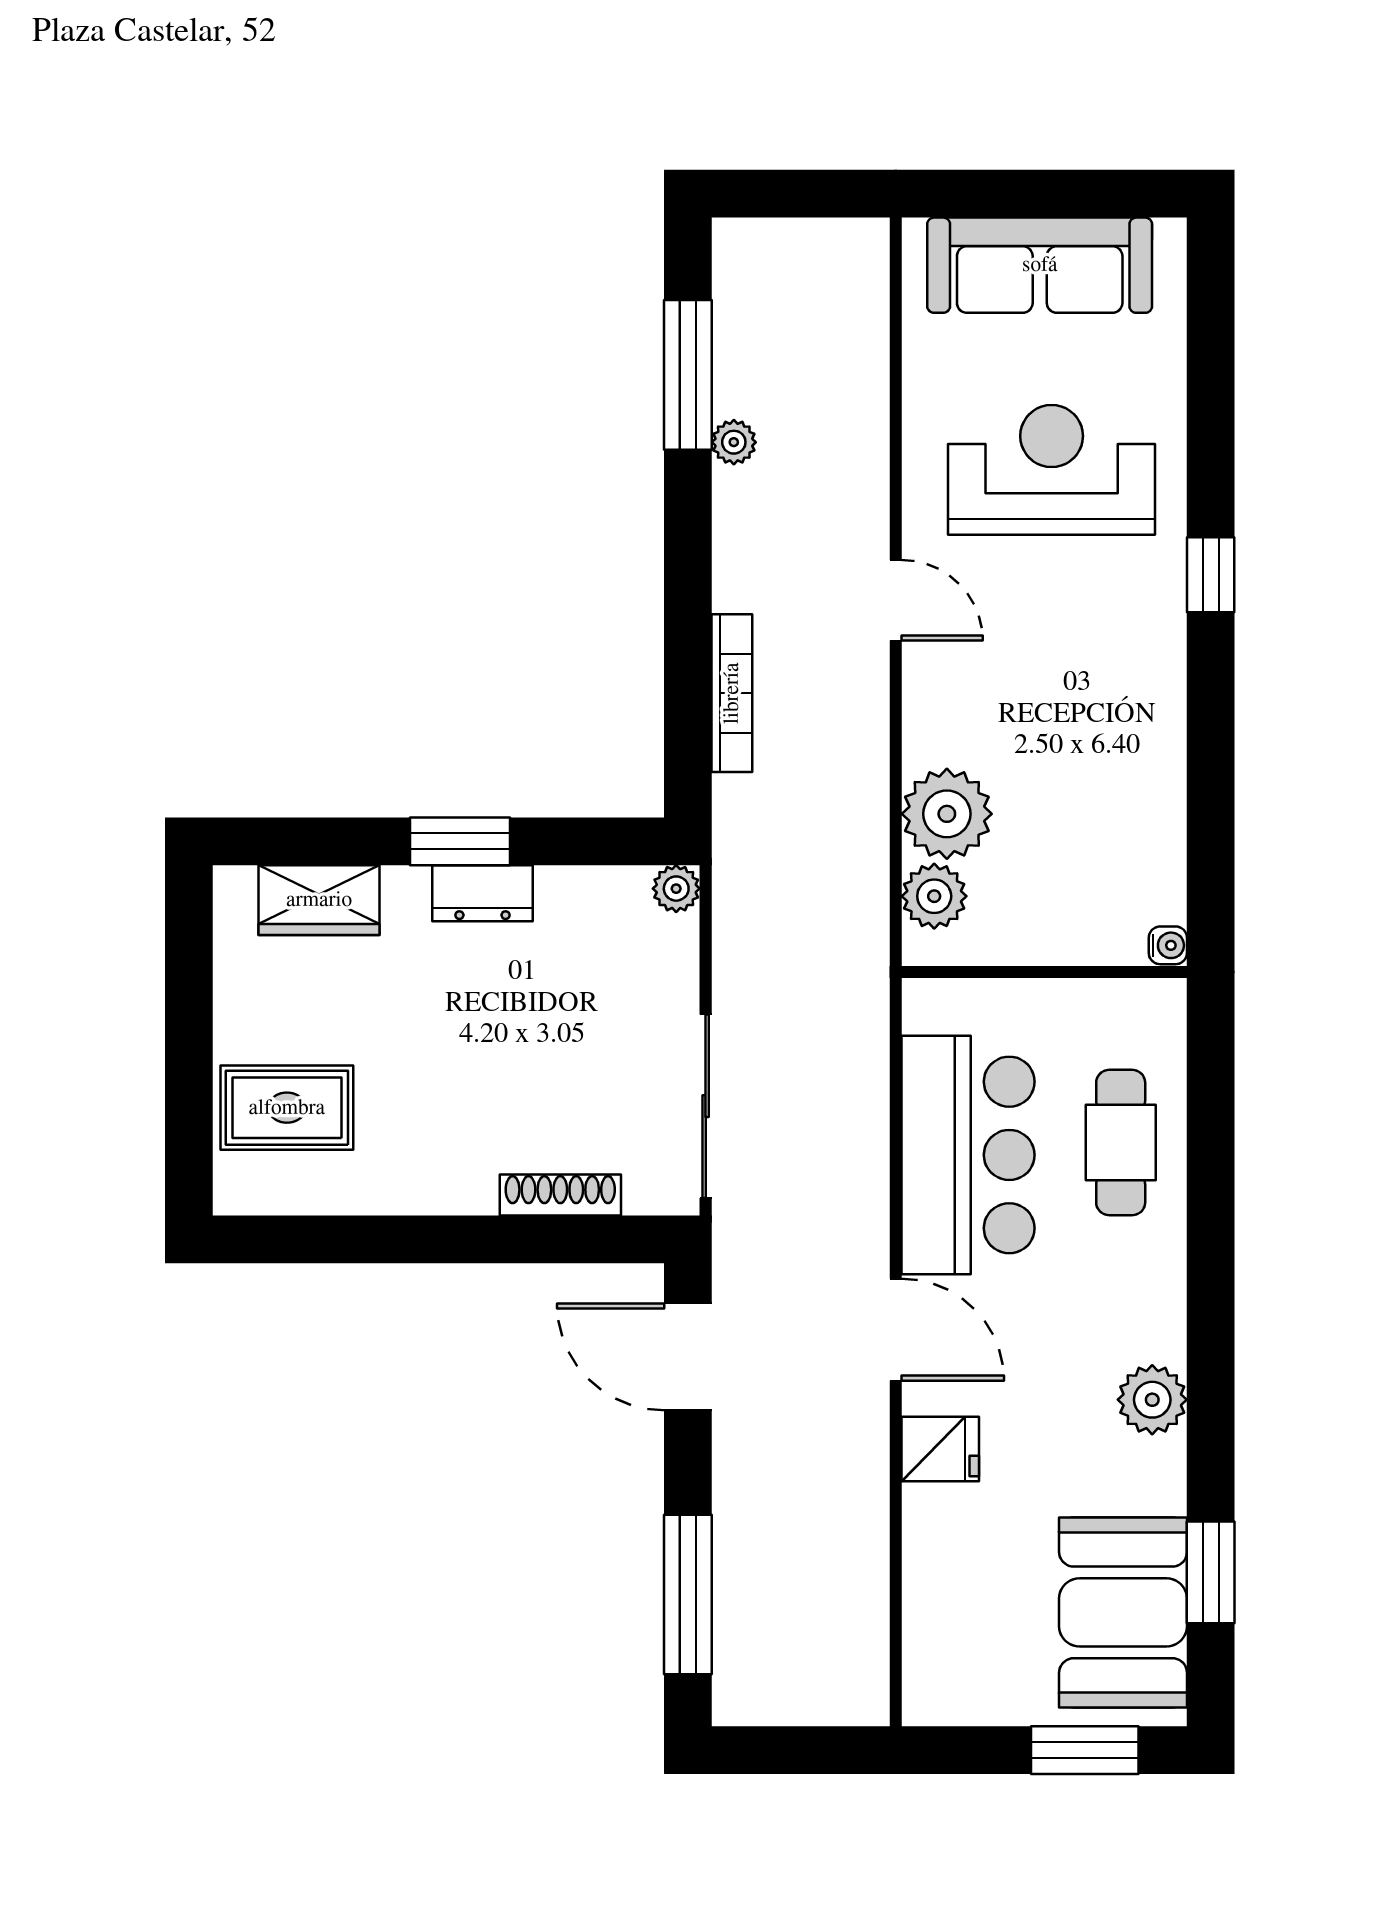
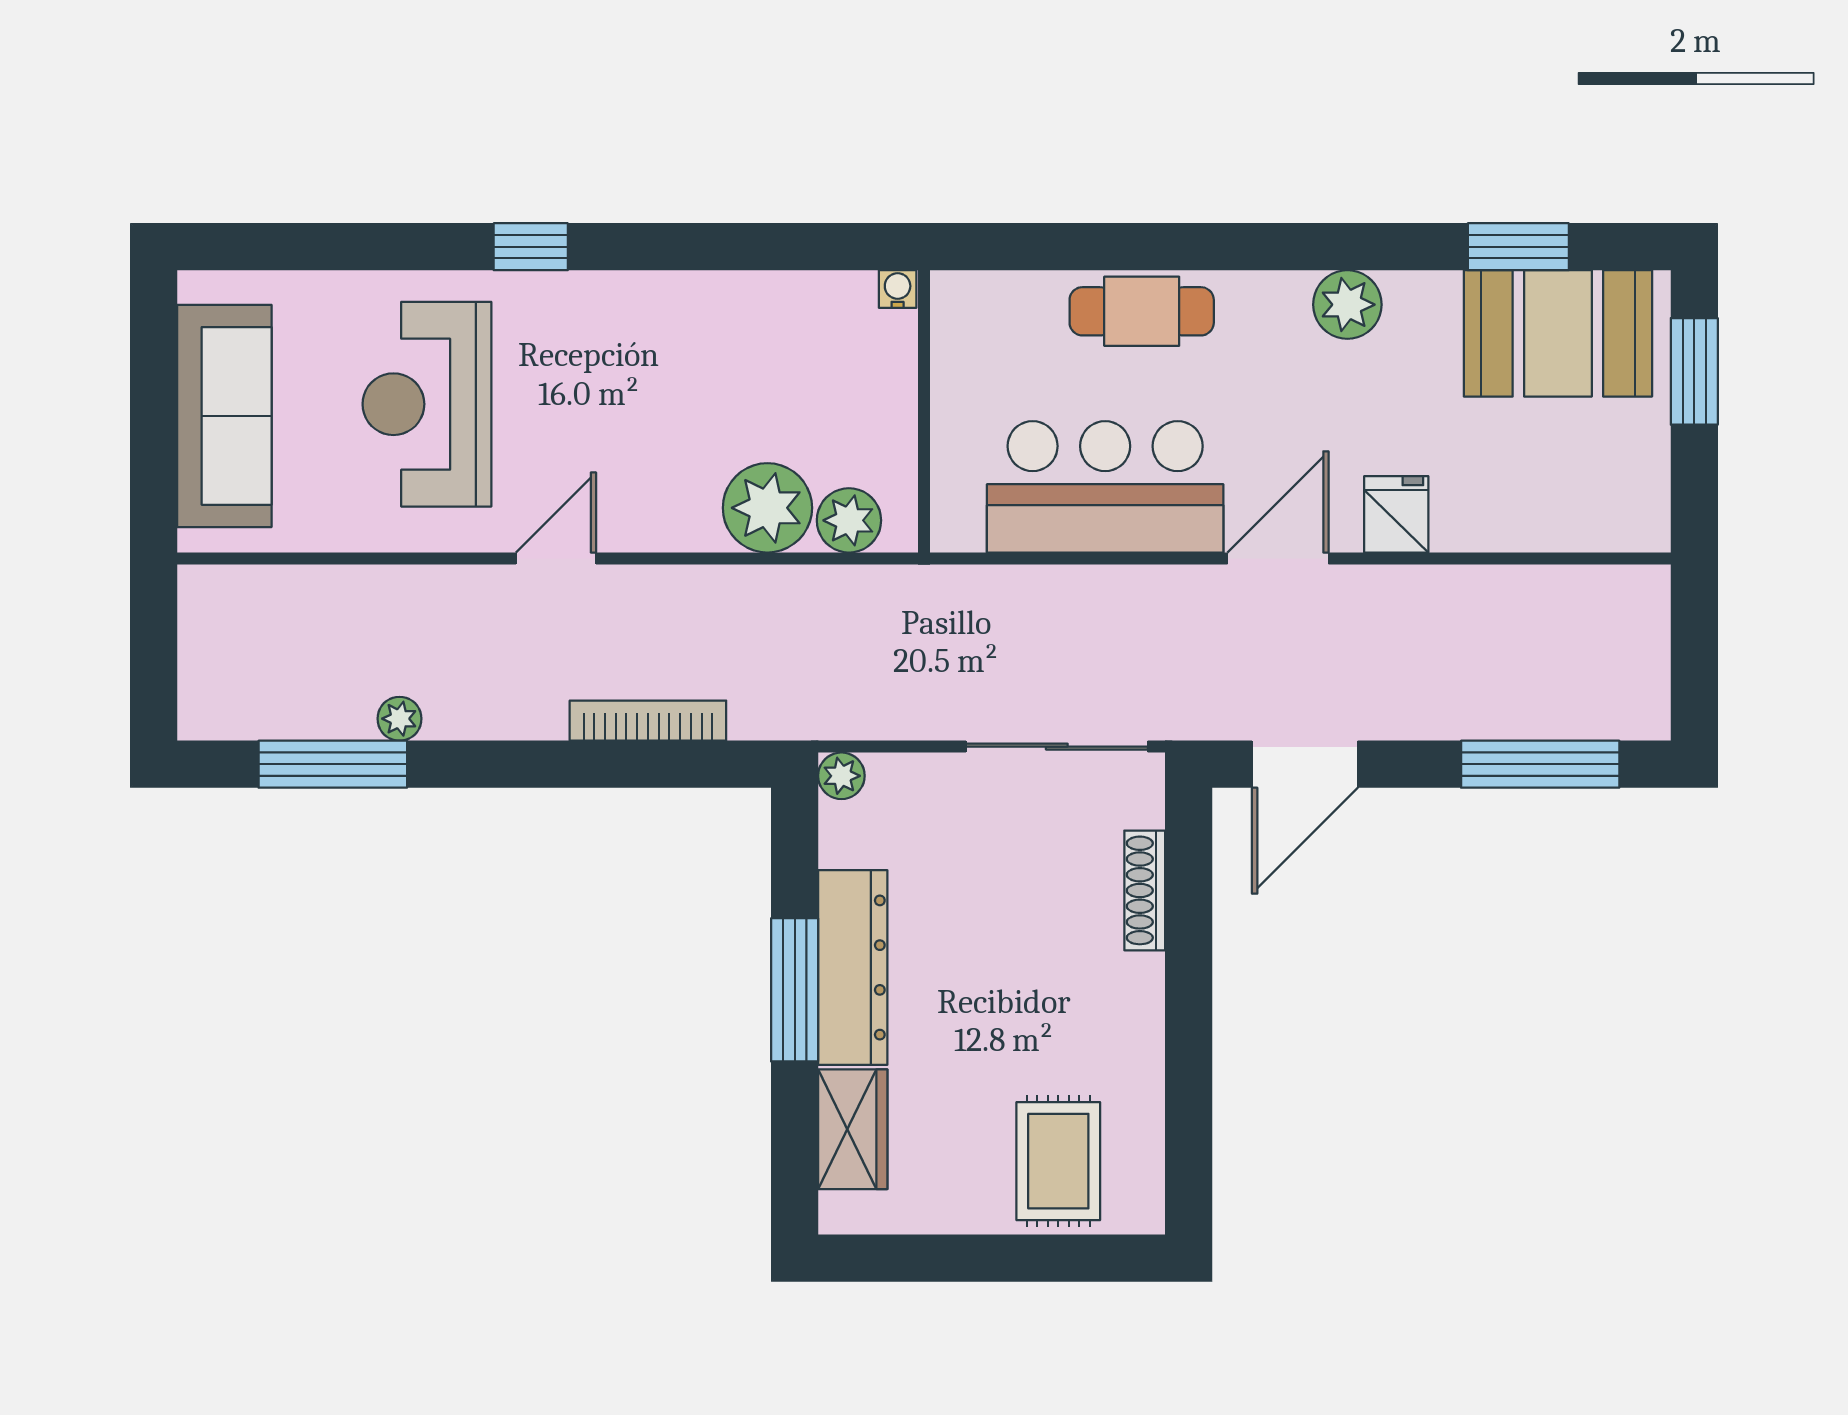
window: (460, 841) -> (795, 990), width x1.44
dresser: (482, 893) -> (853, 968), width x1.96, depth x1.24
cafe table: (1121, 1143) -> (1142, 311), moved

